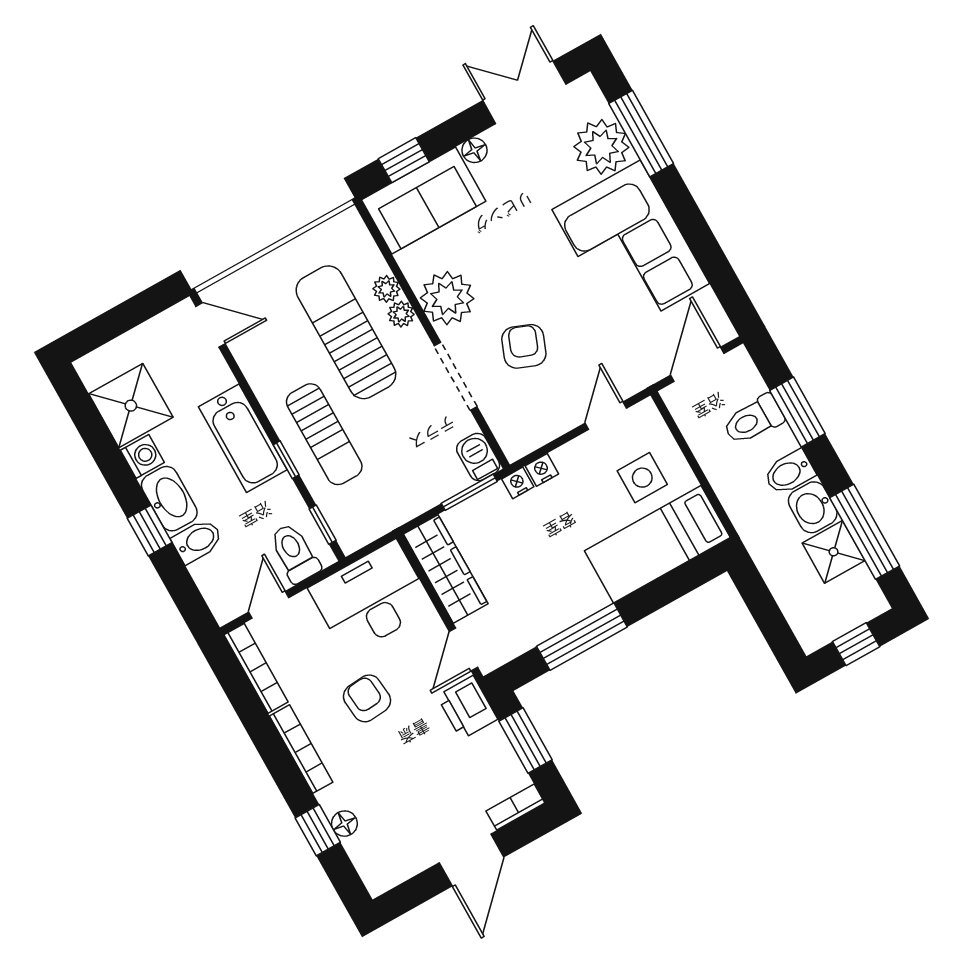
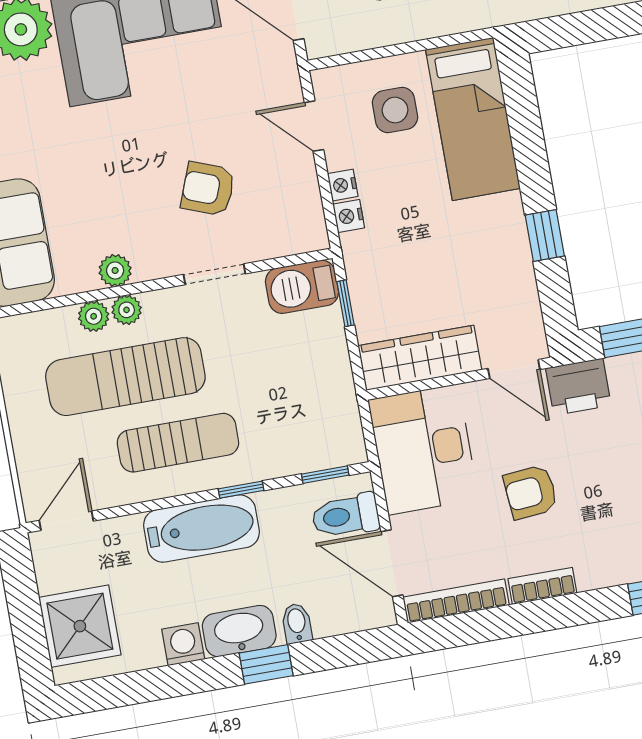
plant: (447, 298) -> (115, 270), width x0.53, depth x0.53
doorway: (456, 376) -> (214, 274), width x0.73
shower: (131, 406) -> (80, 626), moved
sun lounger: (324, 434) -> (178, 443), moved
barbecue: (478, 457) -> (302, 287), width x1.38, depth x1.27
nightstand: (518, 483) -> (343, 185), moved
window: (469, 492) -> (346, 303), width x0.67
bidet: (197, 541) -> (297, 623), width x0.72, depth x0.74
door: (269, 605) -> (392, 563), width x1.37
window: (582, 637) -> (545, 236), width x0.46
bookcase: (301, 749) -> (542, 586), width x0.64

